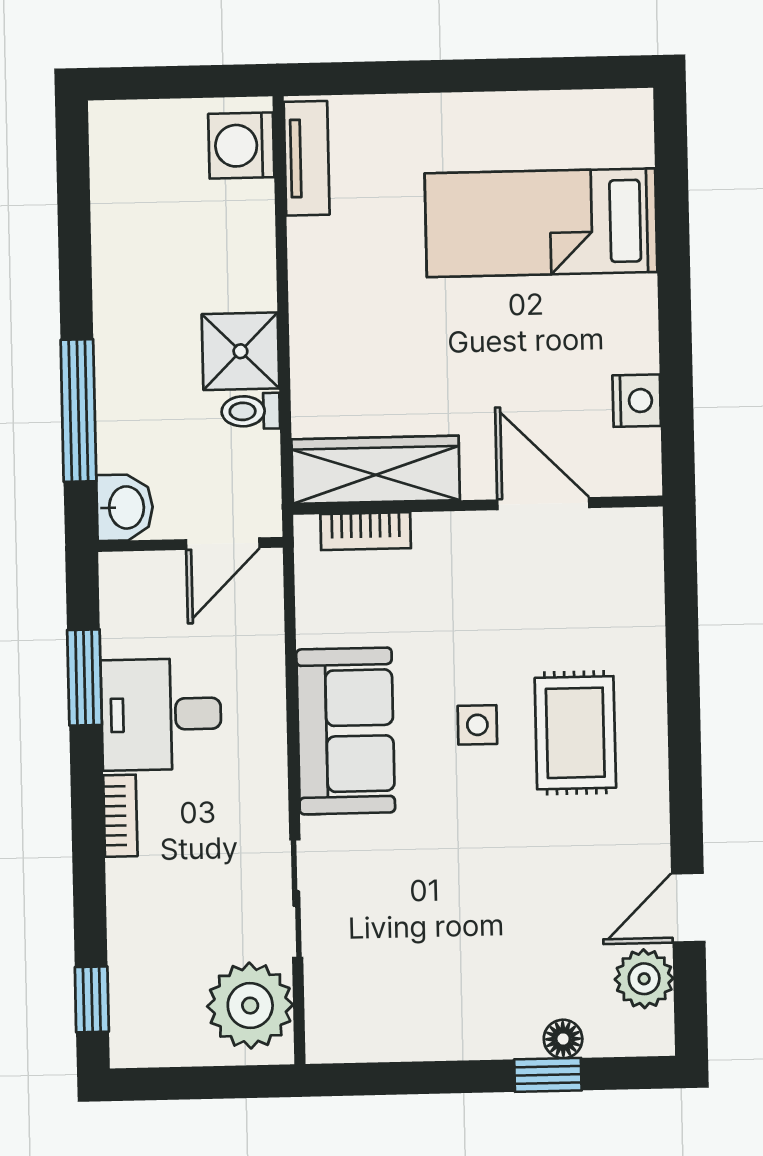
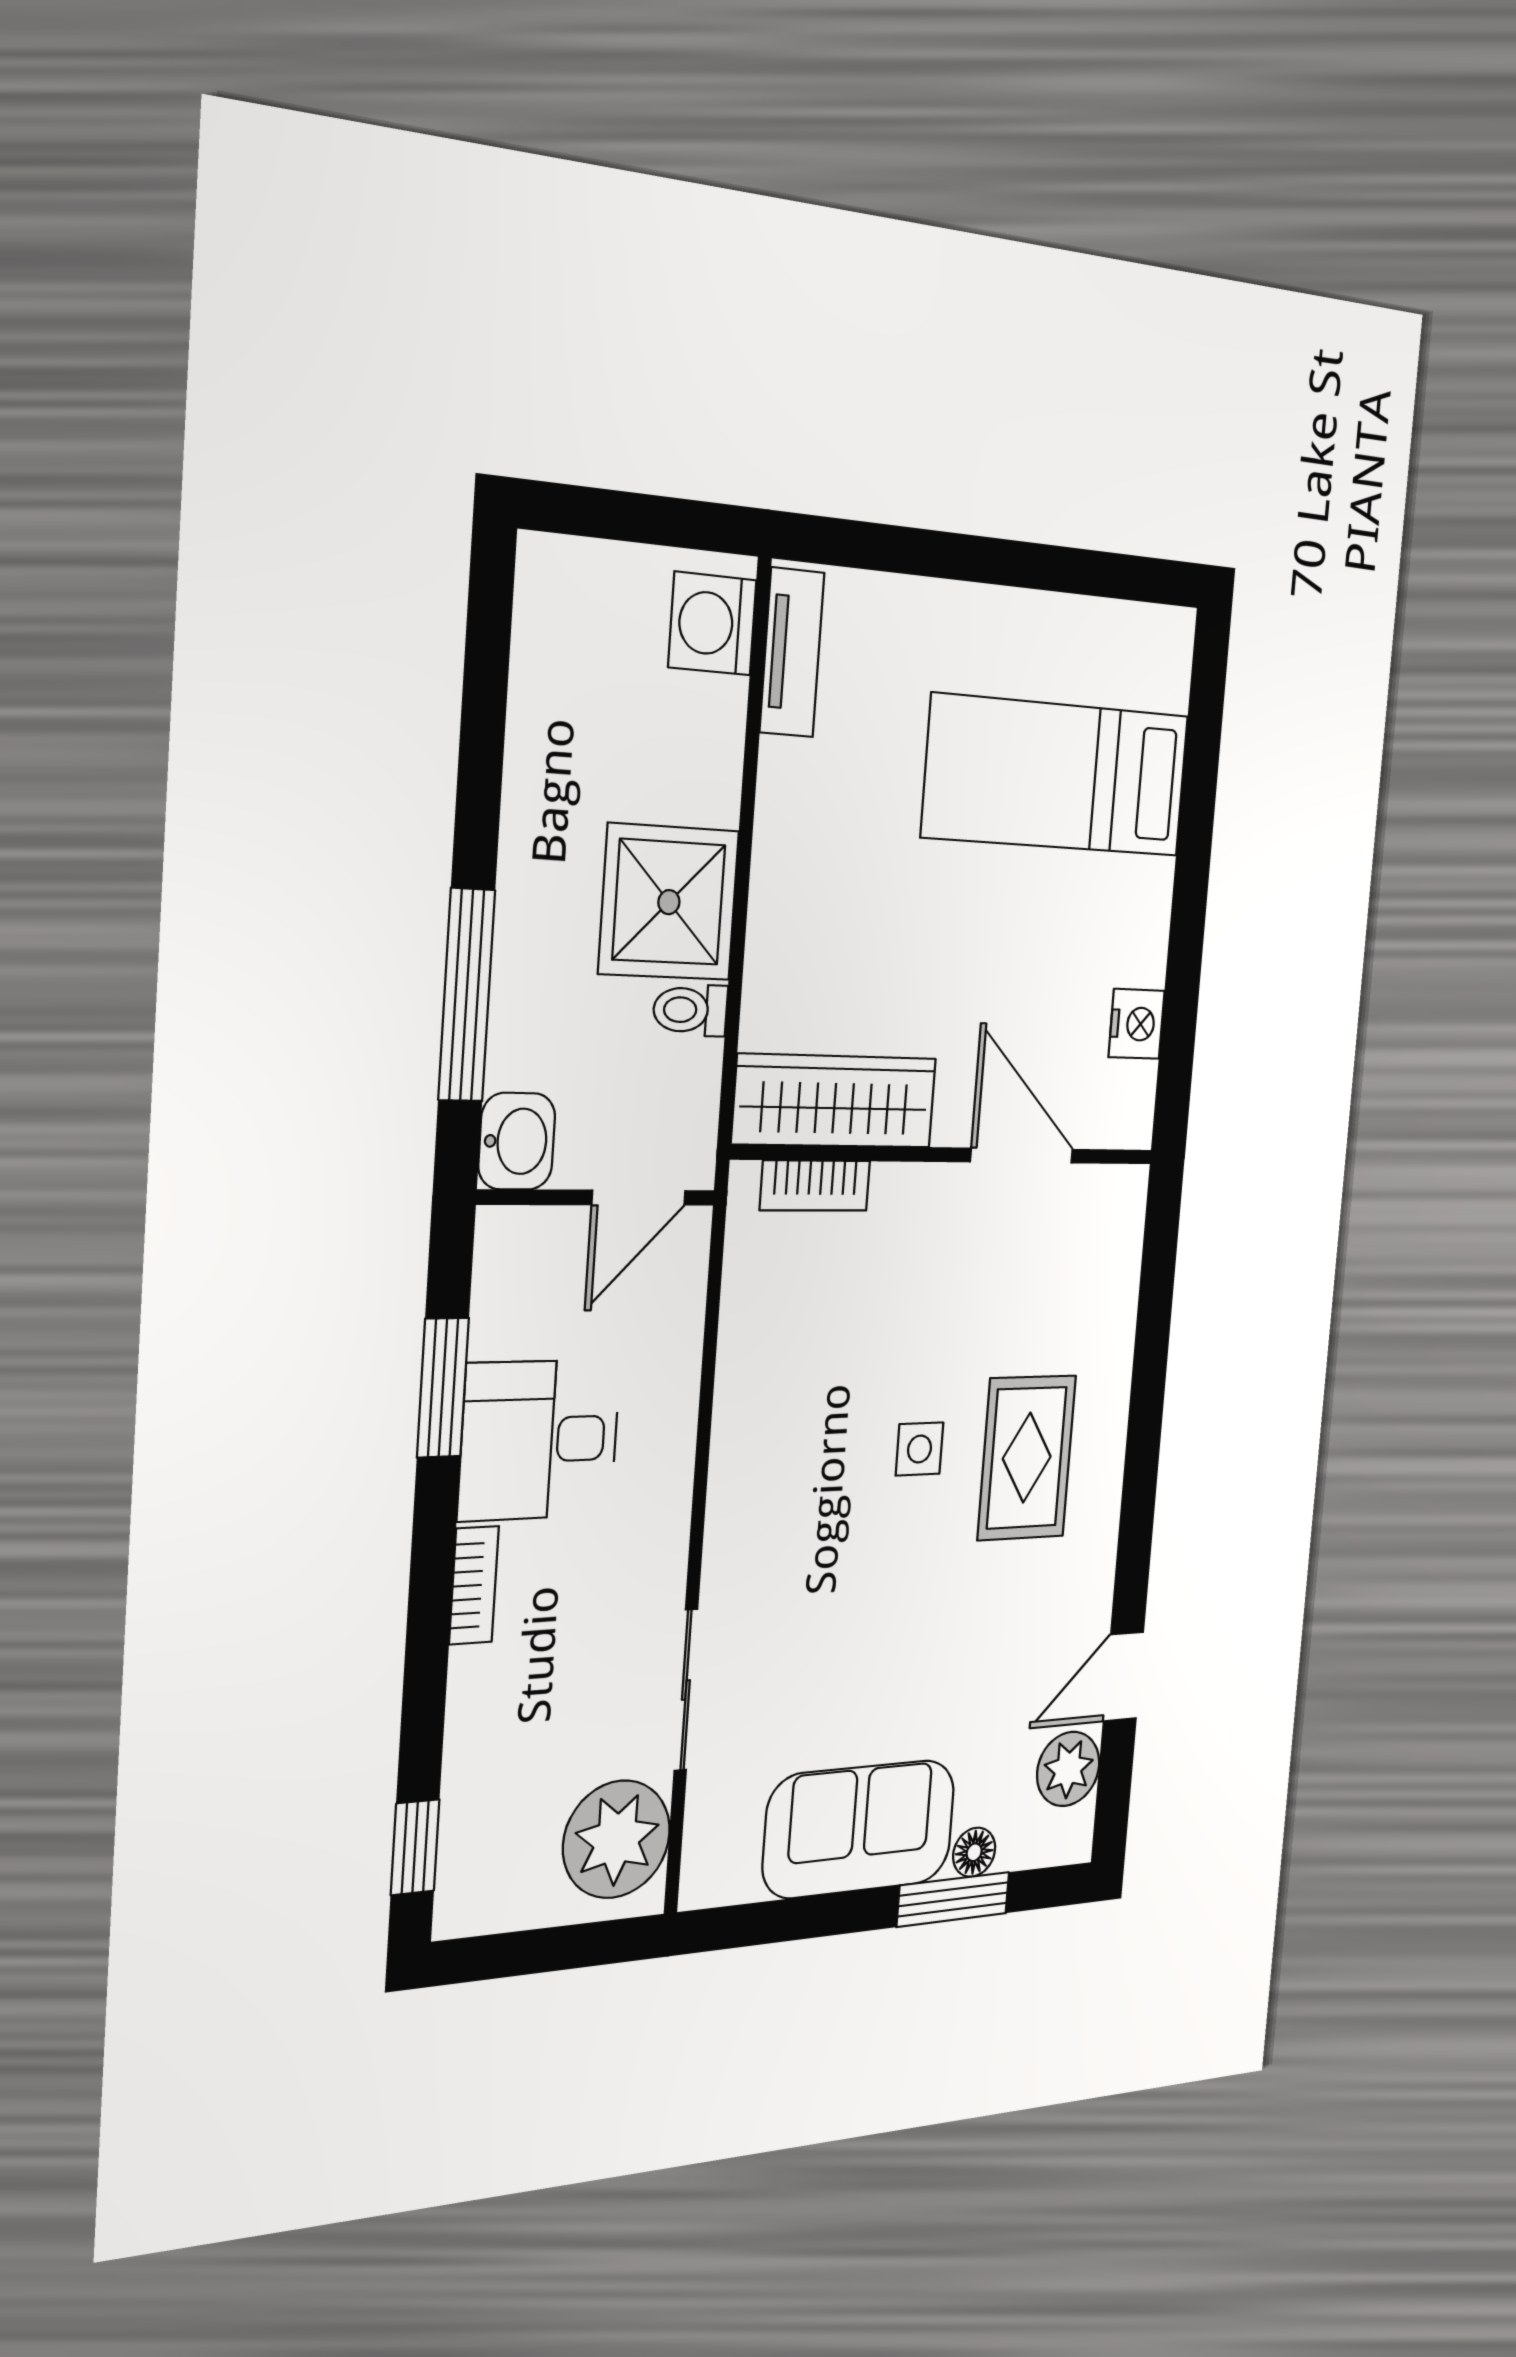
shower: (240, 351) -> (669, 902), width x1.36, depth x1.36
sofa: (346, 731) -> (859, 1829), moved, turned -90
window: (548, 1075) -> (953, 1899), width x1.50

